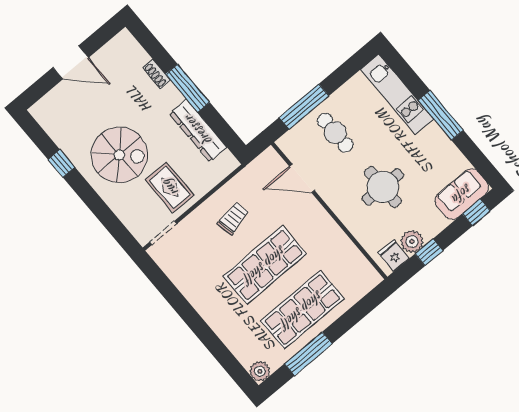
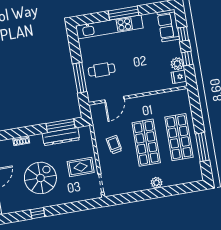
window: (188, 88) -> (61, 126), moved
kitchen unit: (397, 94) -> (109, 27), width x1.36
spiral stairs: (119, 155) -> (40, 178), moved
round table: (383, 187) -> (142, 62), removed
window: (476, 212) -> (183, 34), moved
plant: (260, 371) -> (156, 183), moved

